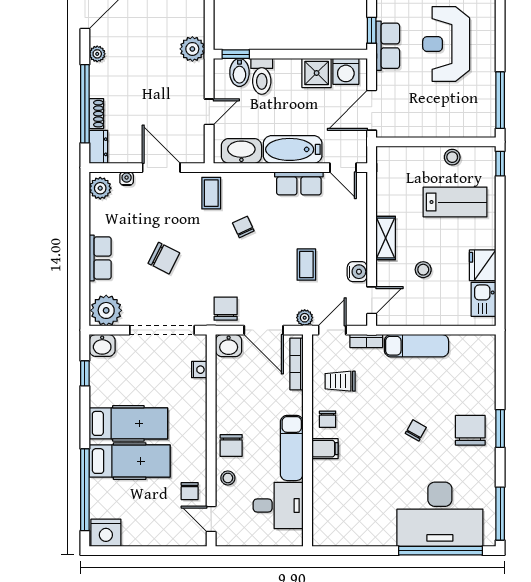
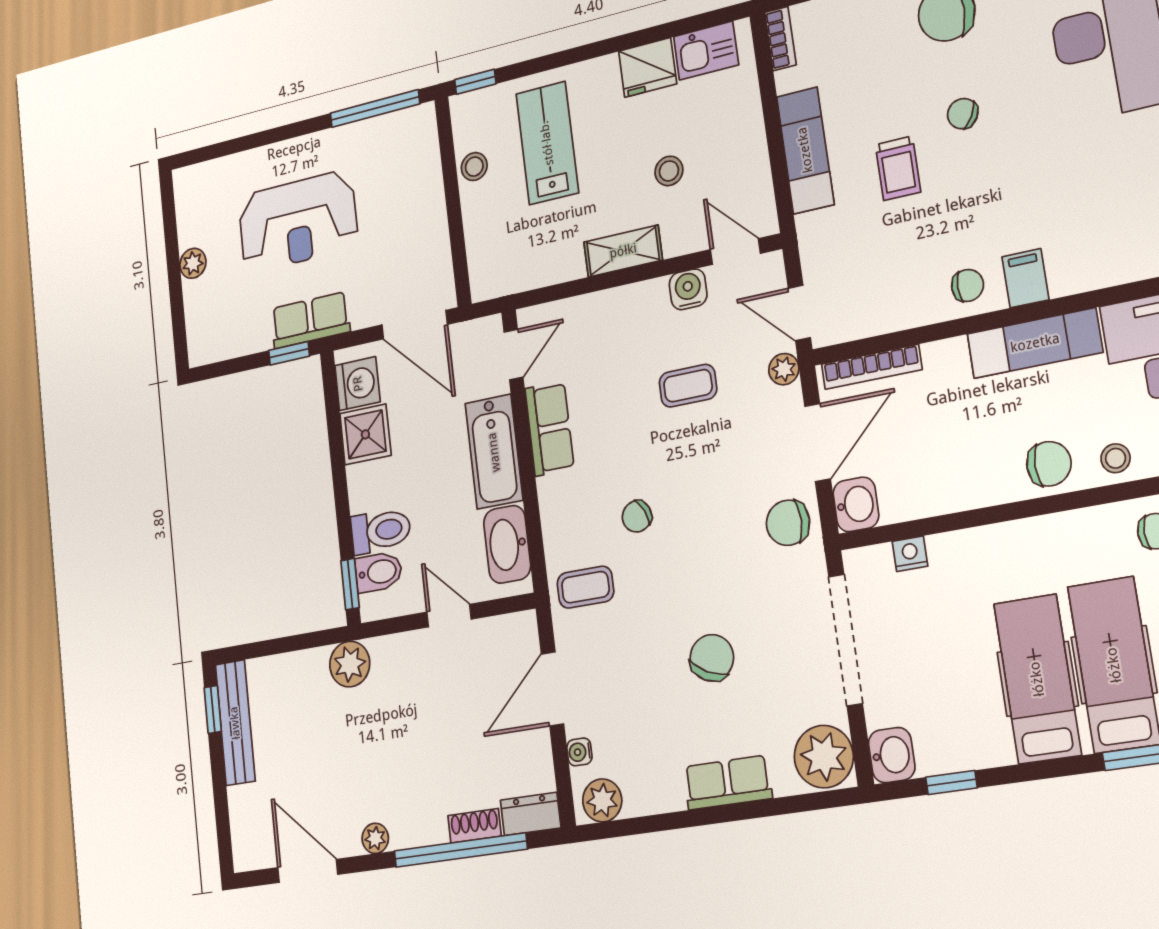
bookcase: (366, 341) -> (780, 39), moved
trolley: (340, 381) -> (898, 168), moved

